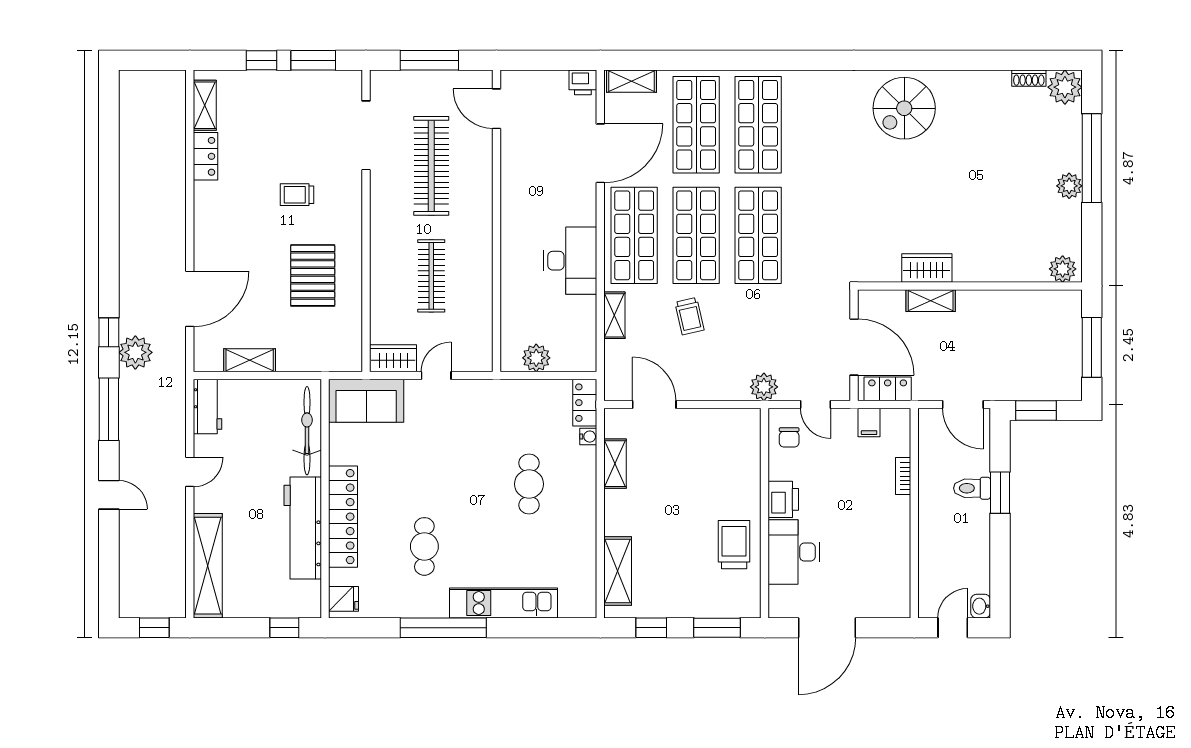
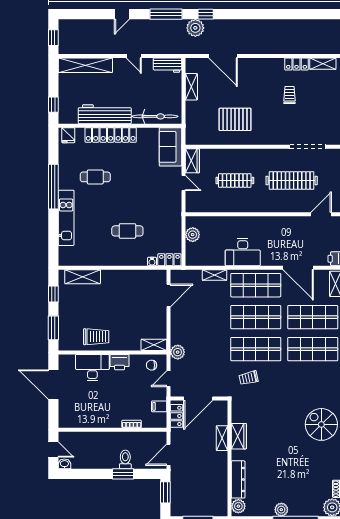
trolley: (297, 195) -> (289, 95), moved
dresser: (1011, 270) -> (238, 479), added
trolley: (690, 316) -> (249, 378), moved
shelving: (615, 464) -> (154, 345), moved

